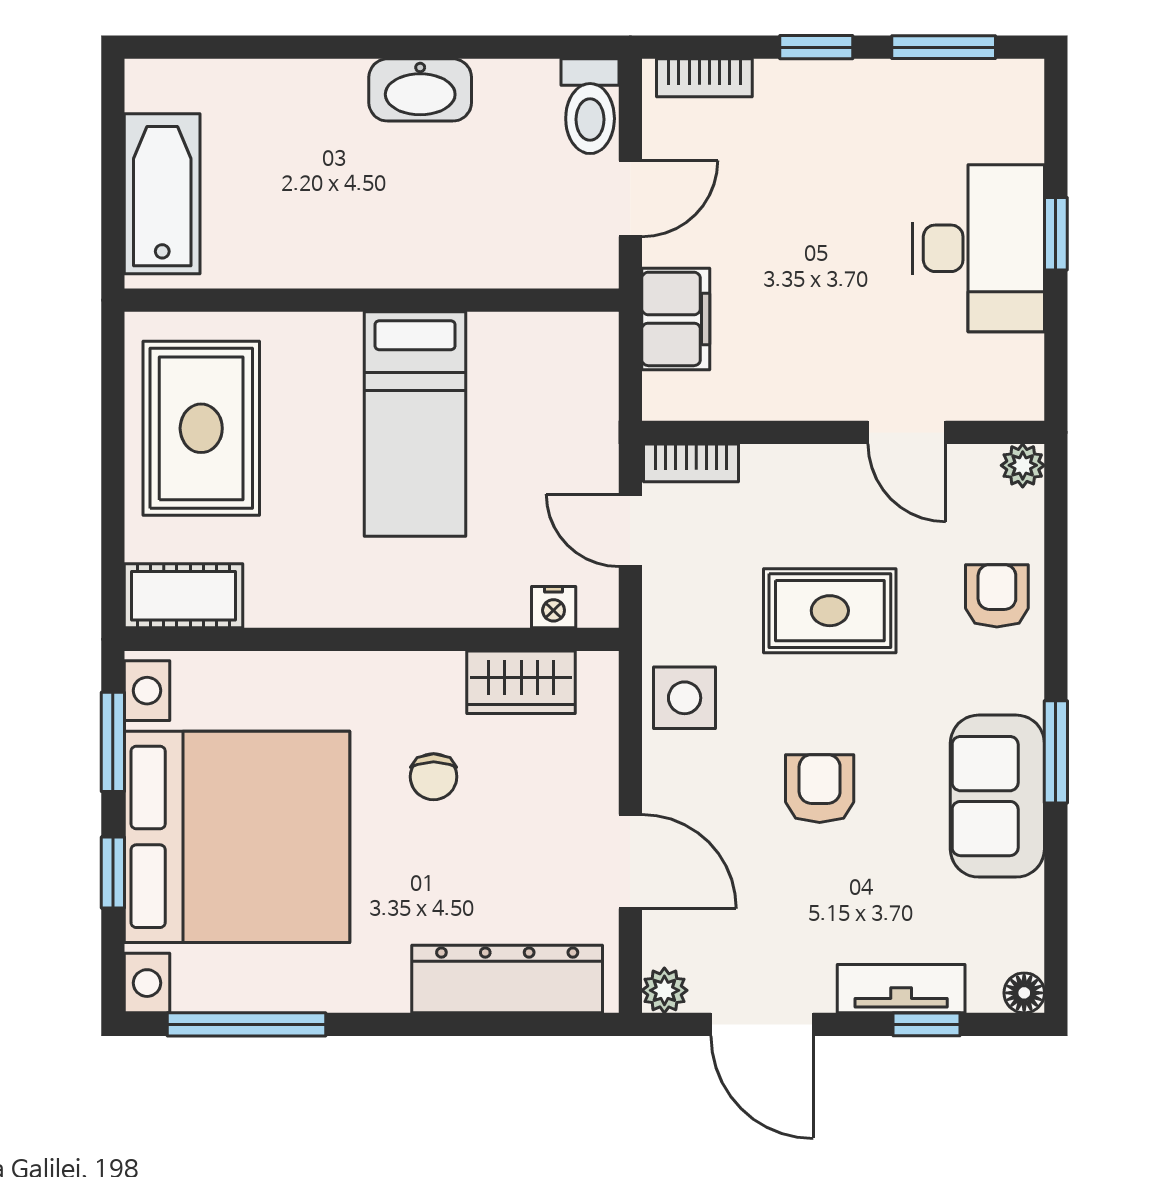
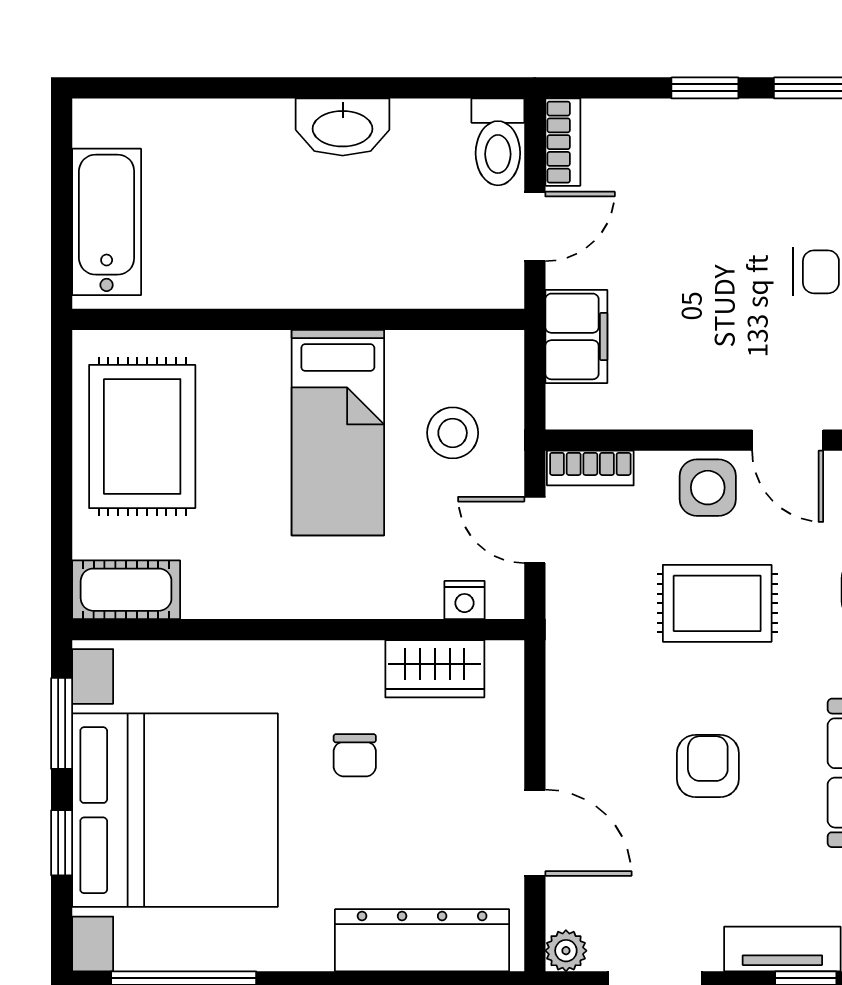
bookcase: (704, 78) -> (563, 142), moved, turned -90
stool: (541, 424) -> (453, 433), added
side table: (685, 698) -> (708, 488), moved

